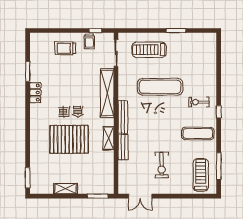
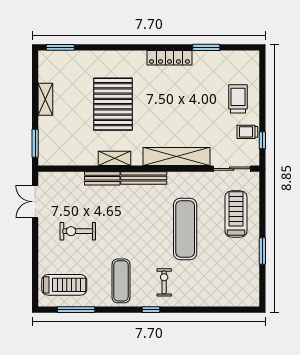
locker: (35, 93) -> (169, 58), width x1.53

